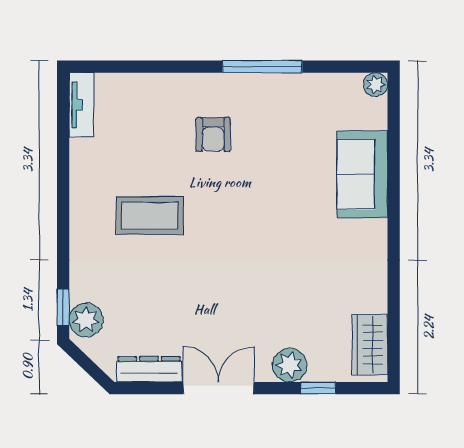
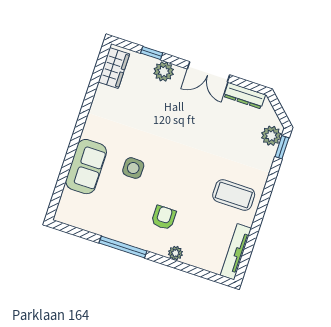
plant: (376, 85) -> (175, 253), moved
tv unit: (82, 105) -> (236, 252), width x1.41
side table: (287, 197) -> (133, 168), added
coffee table: (150, 215) -> (234, 195), moved

